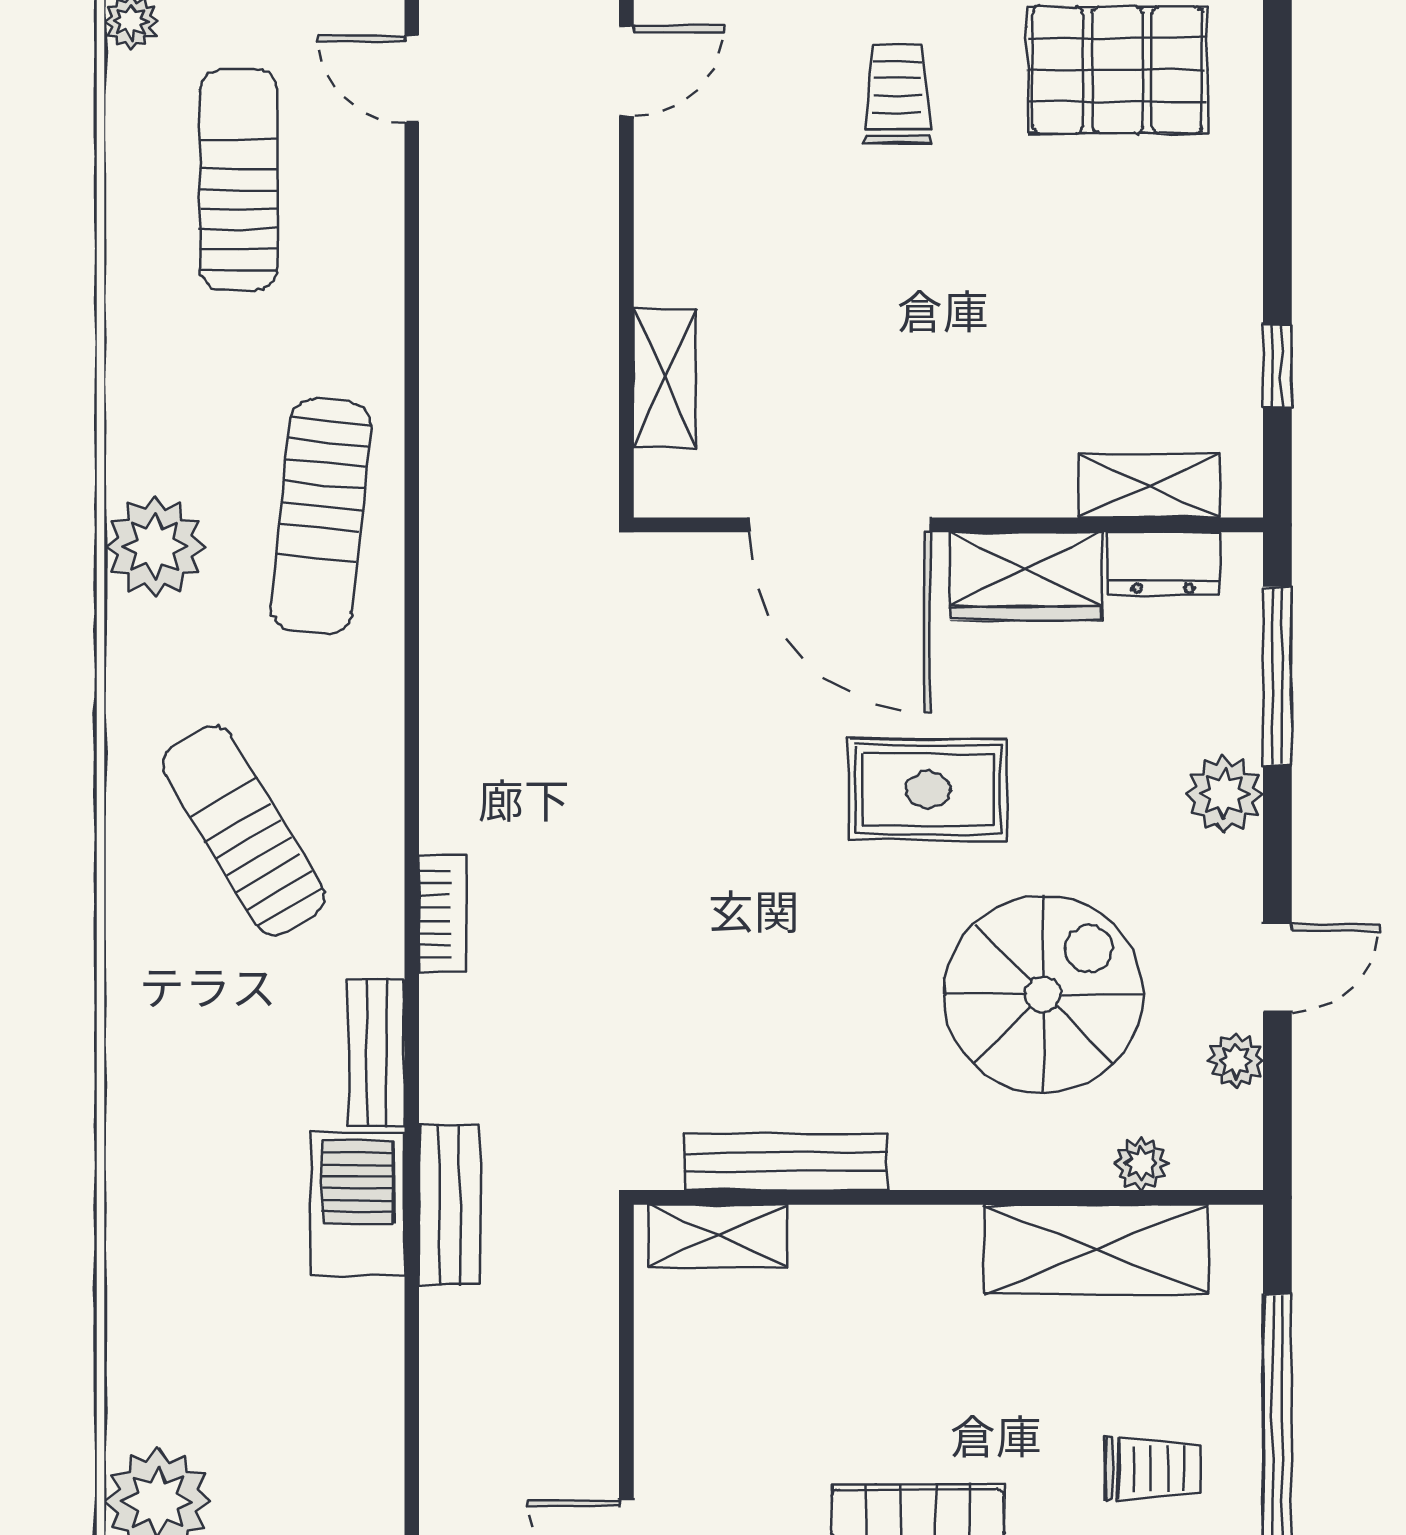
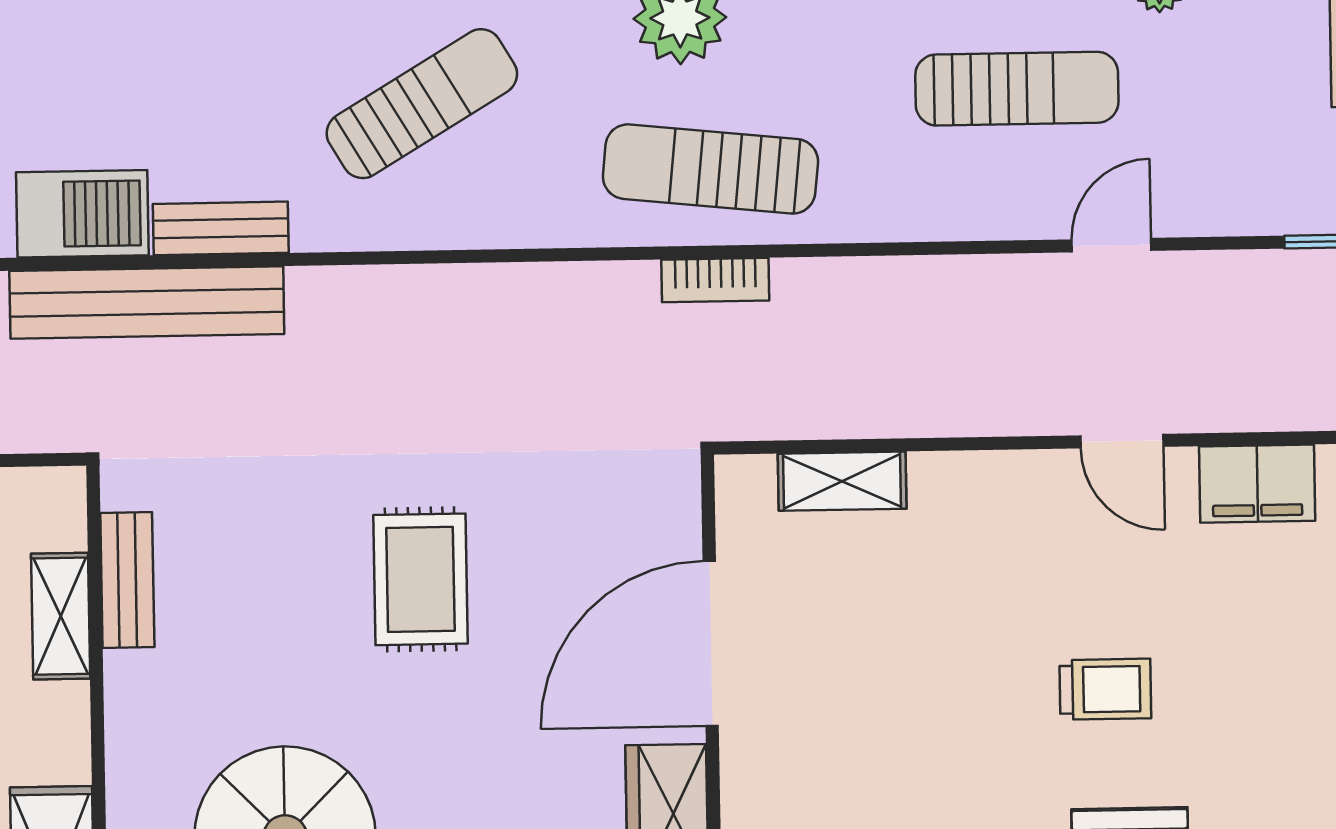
rug: (928, 789) -> (420, 579), moved
bookcase: (442, 914) -> (715, 280), moved
bench: (786, 1162) -> (127, 580), width x0.73
bench: (450, 1205) -> (147, 303), width x1.86, depth x1.21
shelving: (718, 1236) -> (61, 616), moved

